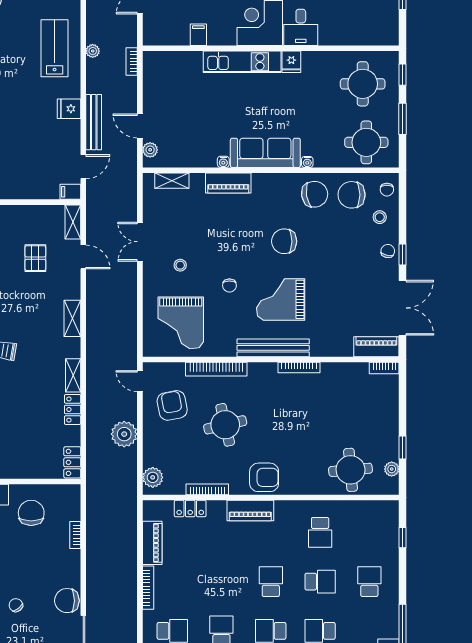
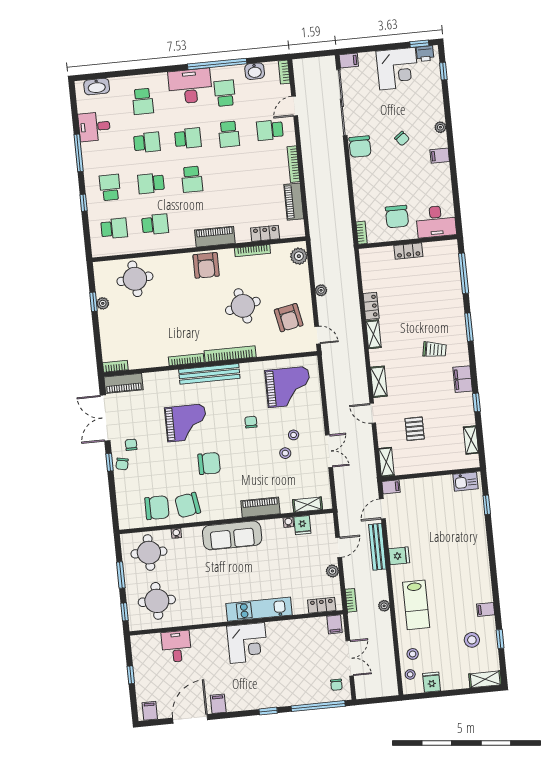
desk: (301, 27) -> (176, 646), moved
filing cabinet: (198, 35) -> (334, 624), moved
locker: (167, 59) -> (322, 605), added
fridge: (291, 62) -> (302, 525), moved, turned 180
door: (140, 126) -> (339, 547), hinge flipped
plant: (150, 150) -> (332, 571), moved
water cooler: (223, 162) -> (288, 522), moved
water cooler: (307, 162) -> (176, 533), moved
chair: (387, 190) -> (131, 445), moved
stool: (380, 217) -> (285, 453), moved
door: (83, 257) -> (373, 413), moved
grand piano: (281, 299) -> (186, 423), moved
grand piano: (181, 323) -> (288, 387), turned 90
bookcase: (216, 369) -> (230, 354), moved
plant: (124, 434) -> (321, 290), width x0.53, depth x0.53
locker: (72, 462) -> (408, 251), moved, turned 90
plant: (392, 469) -> (103, 303), moved
armchair: (264, 477) -> (206, 265), turned -90
school desk: (320, 532) -> (155, 224), turned 90
school desk: (369, 532) -> (114, 228), added
bookcase: (75, 535) -> (362, 233), moved
window: (403, 538) -> (84, 203), moved
school desk: (369, 582) -> (110, 187), turned 180
chair: (67, 601) -> (360, 147), turned 90

